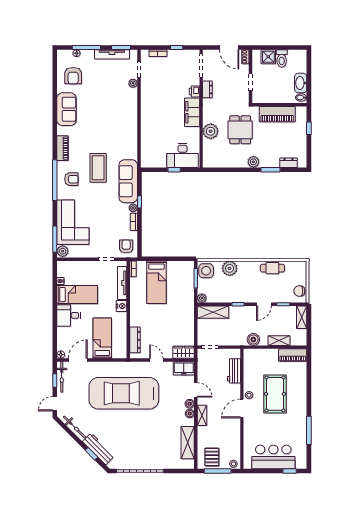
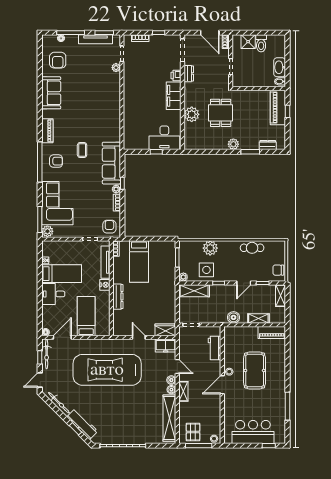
piano: (277, 114) -> (278, 108), moved, turned 90
coffee table: (98, 168) -> (82, 150), width x0.54, depth x0.58
side table: (206, 271) -> (206, 270), moved
dresser: (135, 340) -> (118, 297), moved
shelving: (188, 443) -> (169, 418), width x1.47

